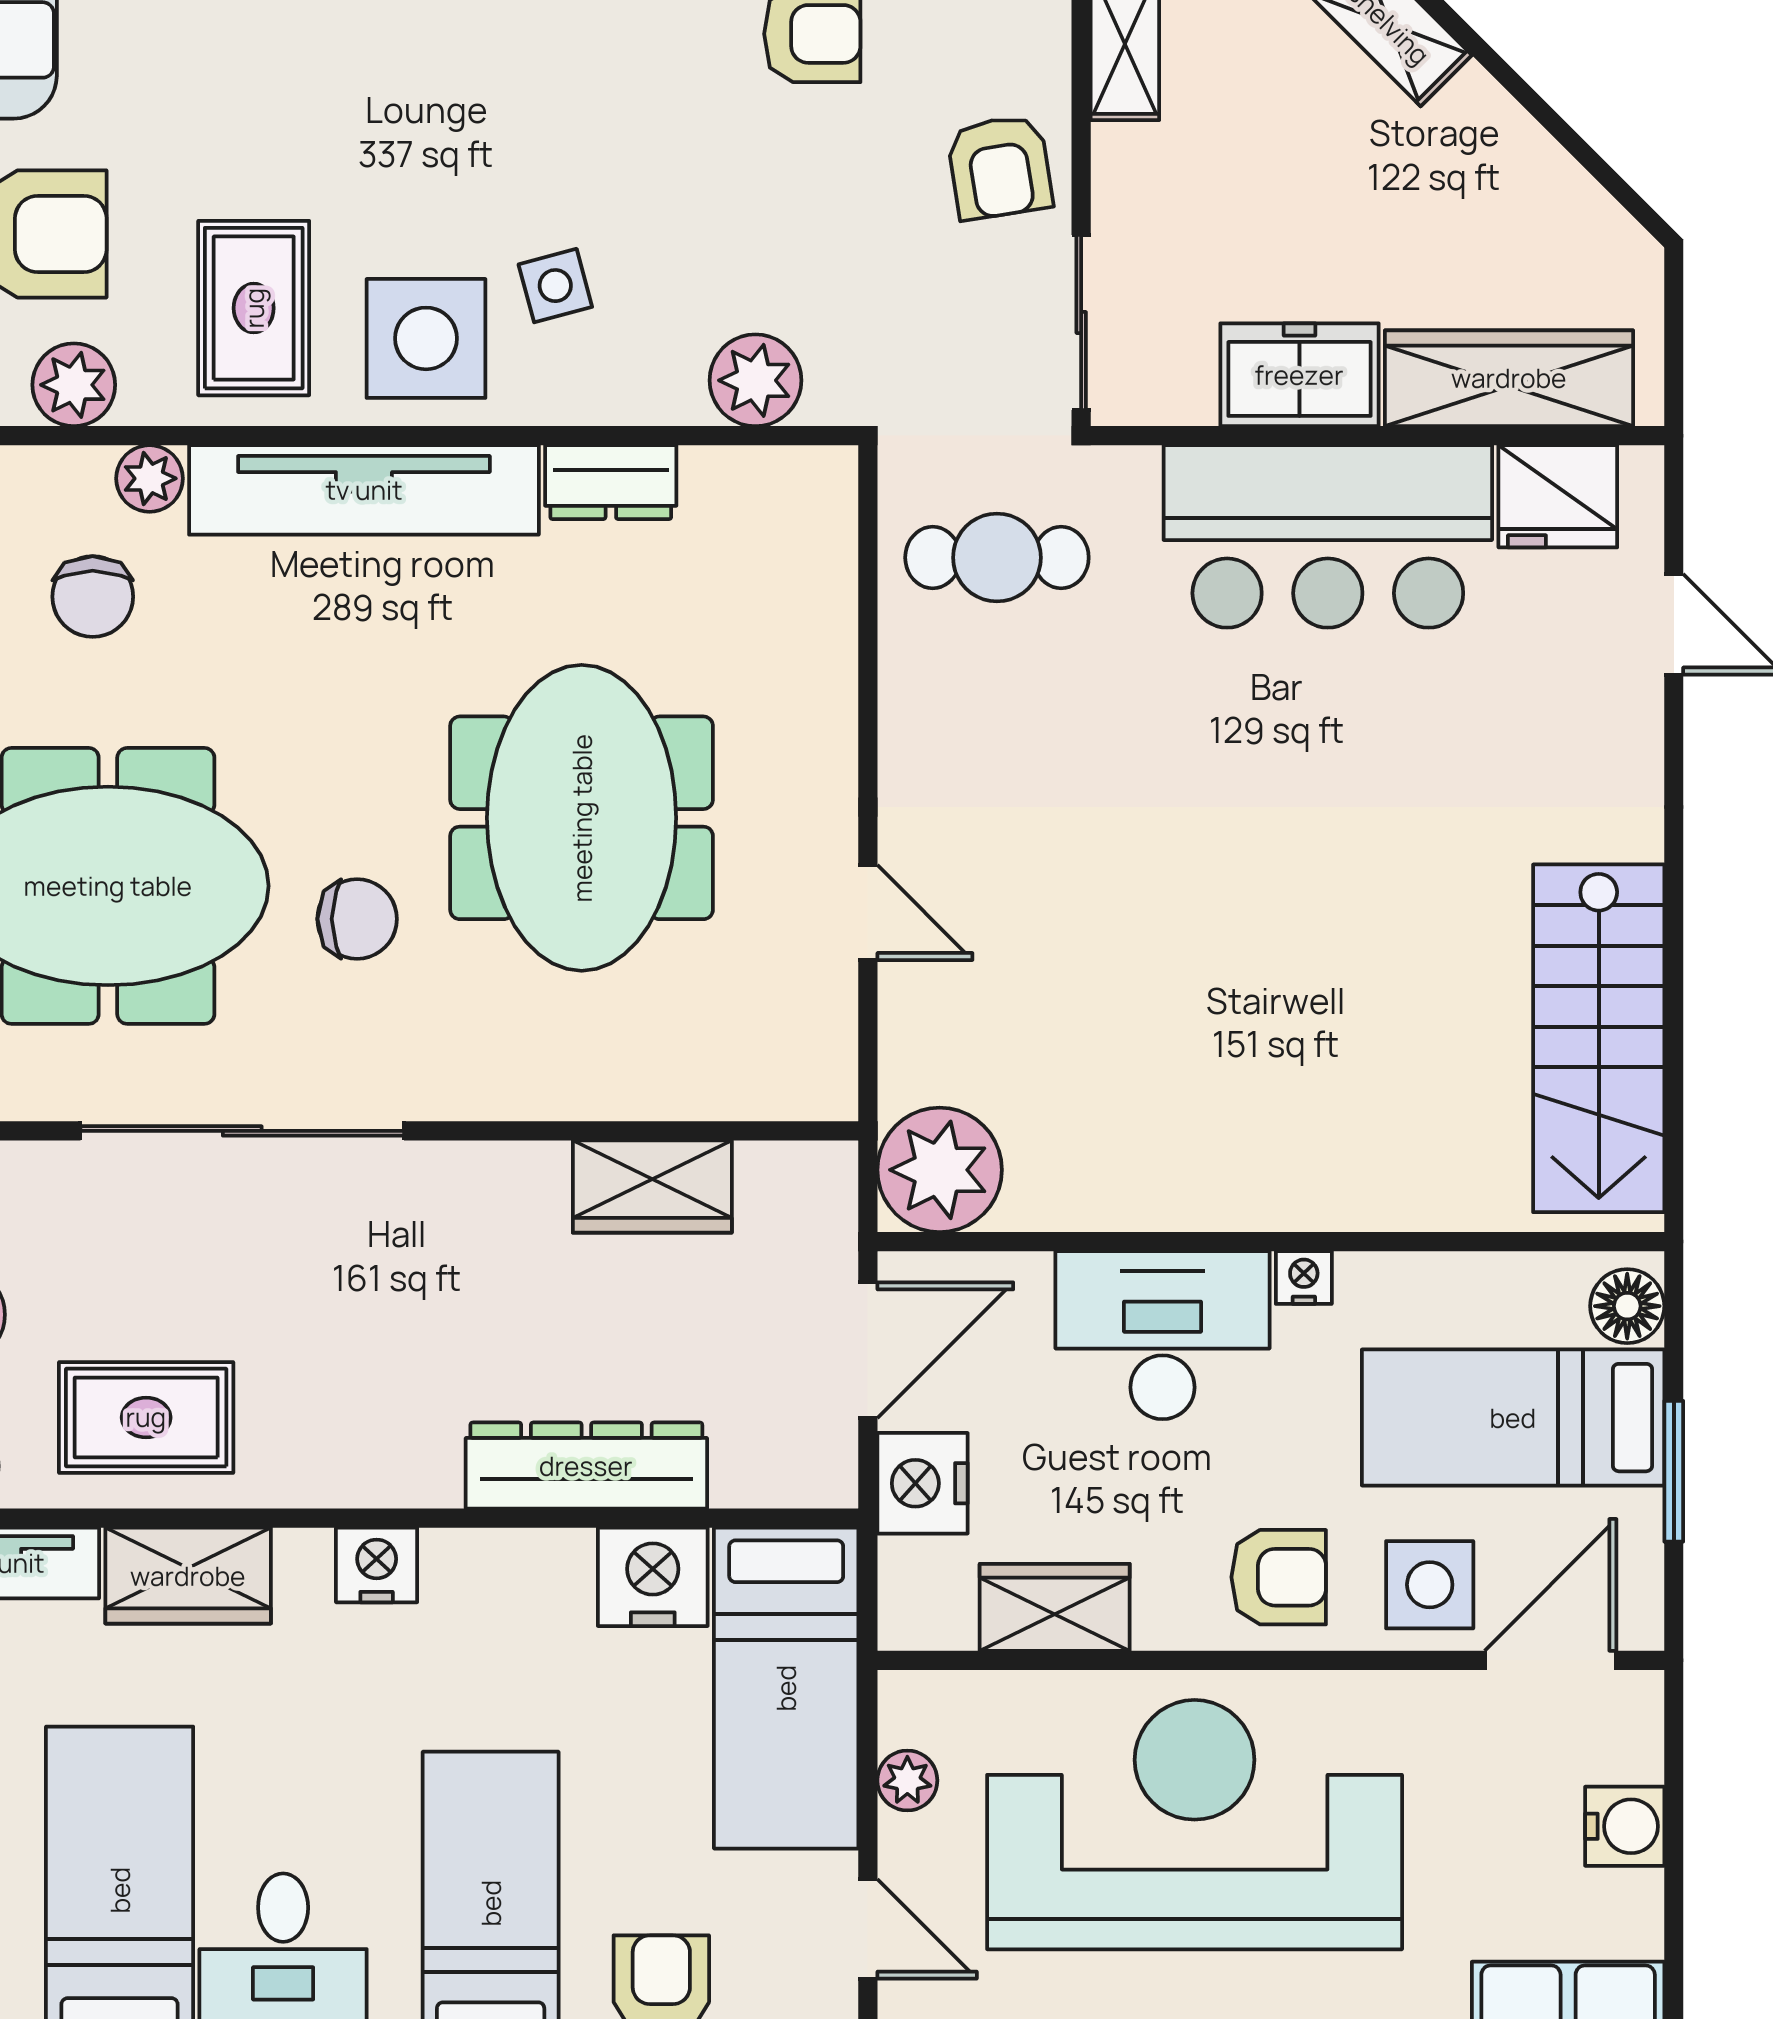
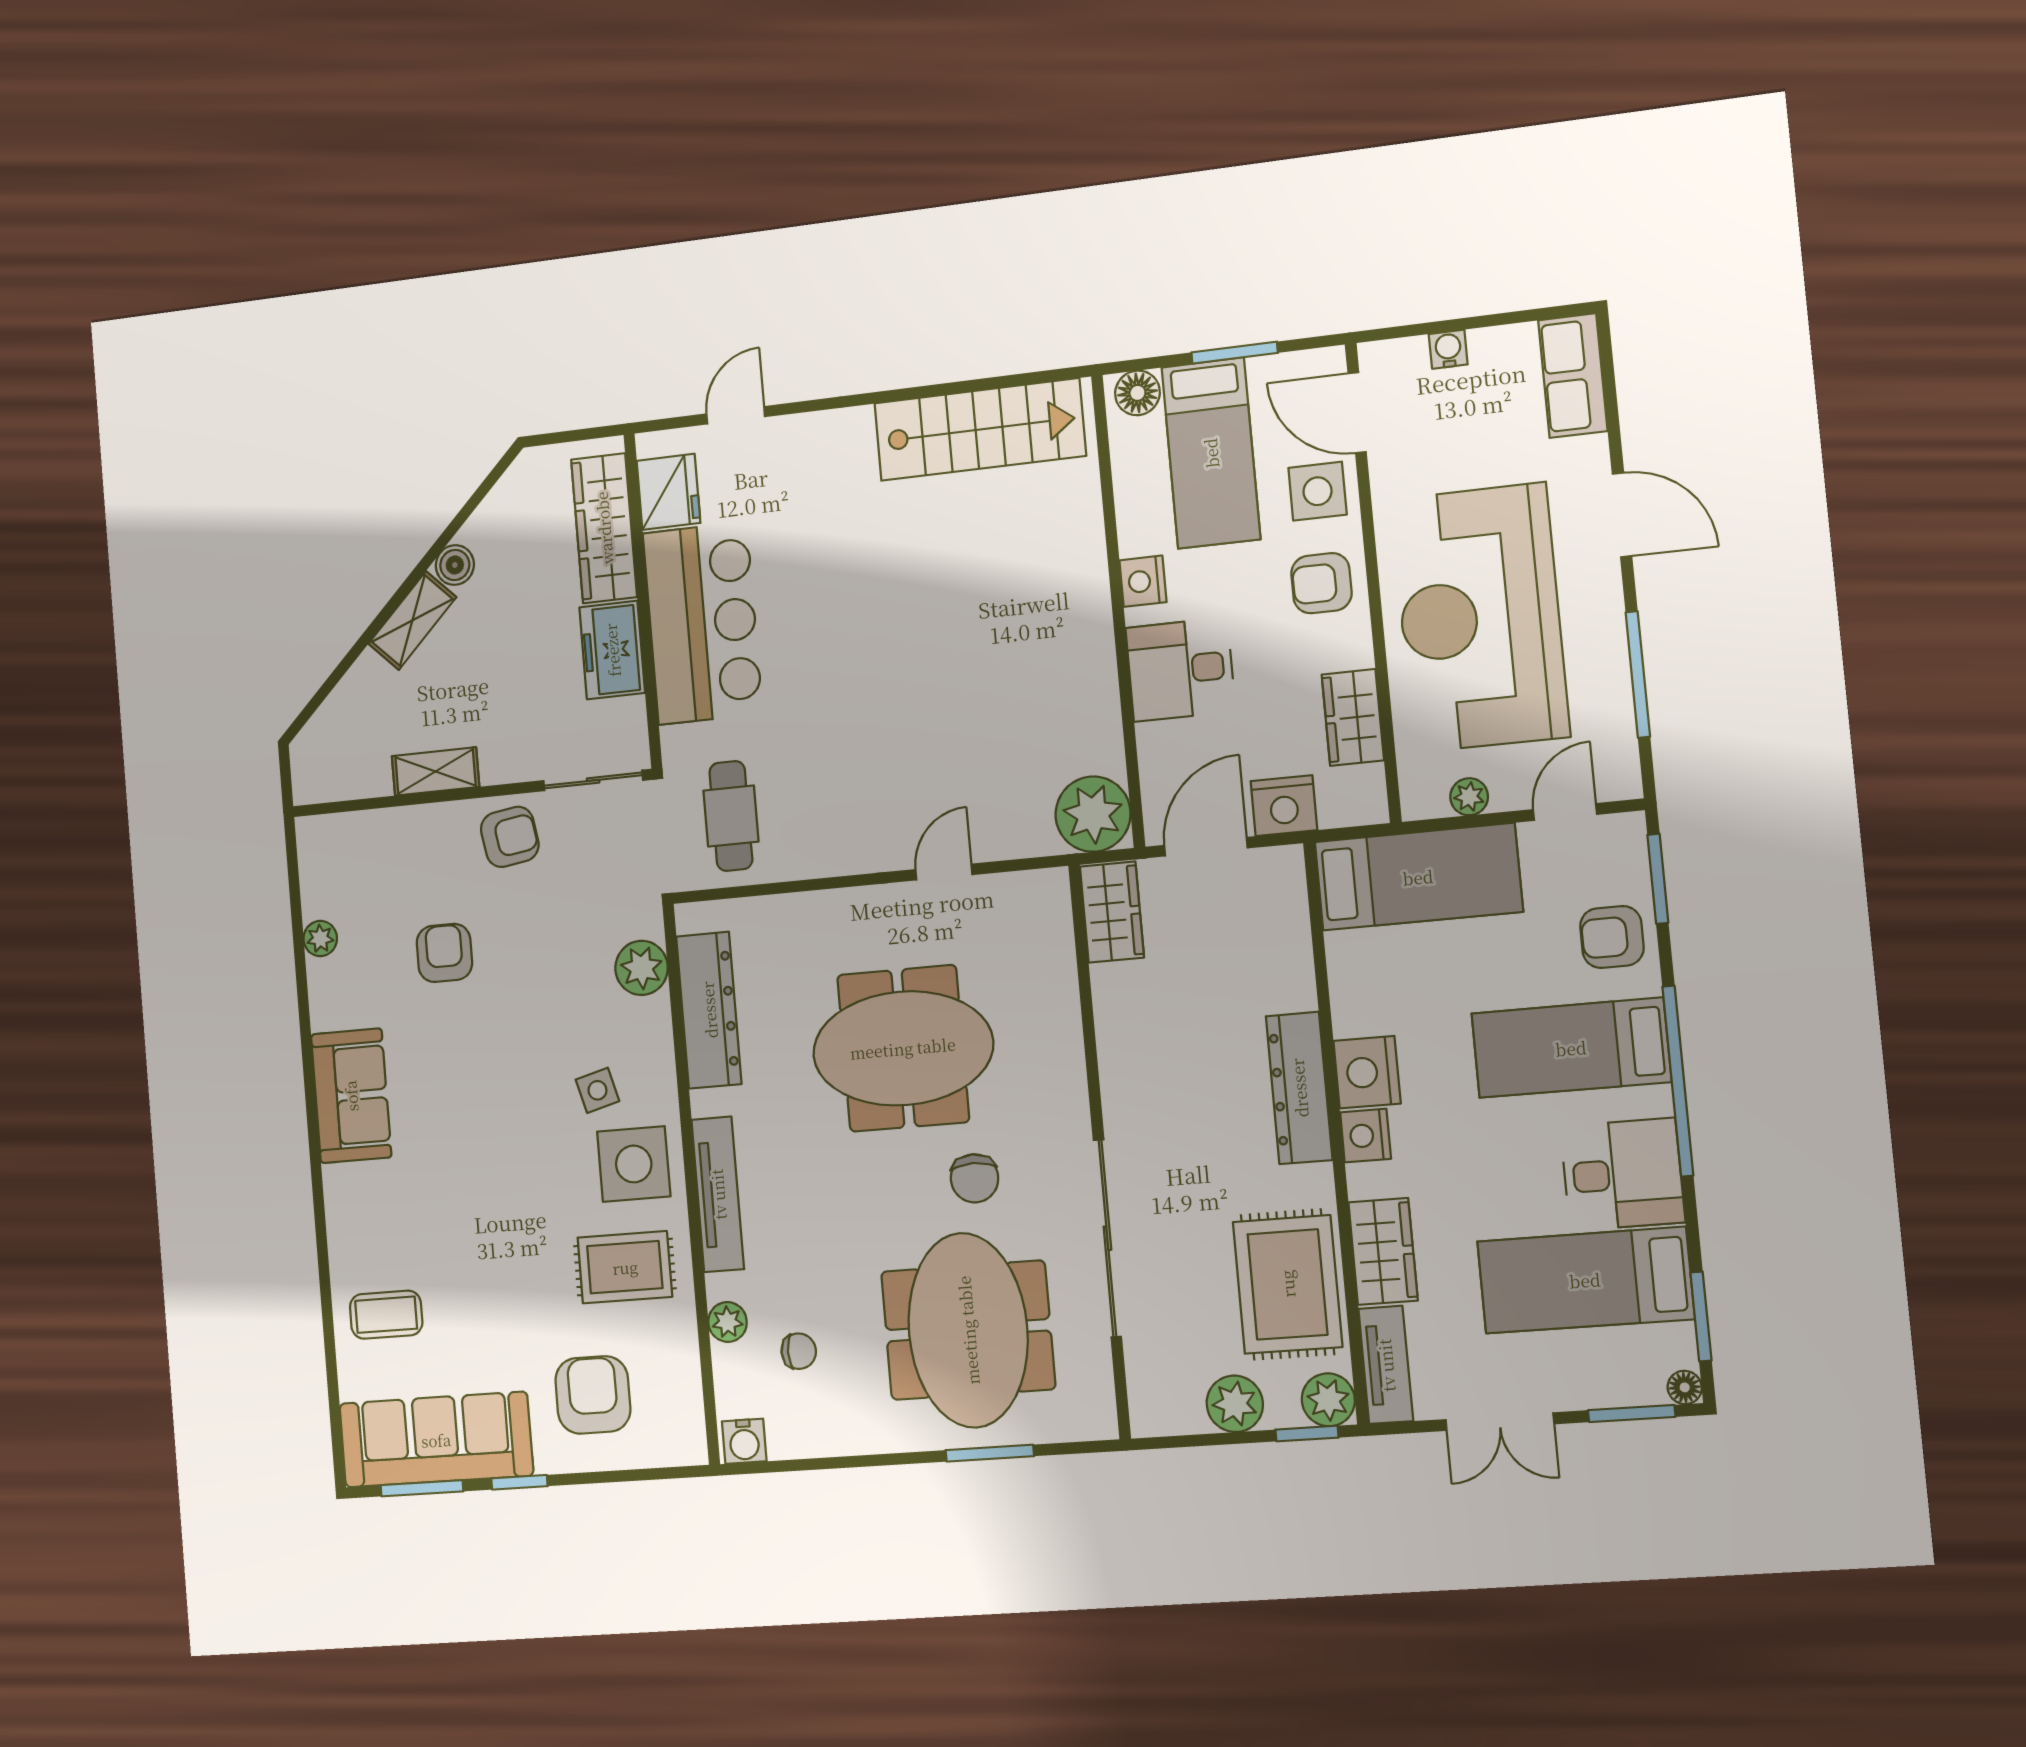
boiler: (1476, 108) -> (455, 565), added
plant: (74, 385) -> (677, 1371), removed
dresser: (611, 482) -> (709, 1010), width x1.96, depth x1.24
tv unit: (364, 490) -> (718, 1194), width x0.73, depth x0.78
chair: (93, 597) -> (799, 1351), width x0.73, depth x0.73
chair: (357, 919) -> (974, 1178), turned 180
wardrobe: (652, 1187) -> (1112, 912), moved
nightstand: (1304, 1277) -> (1143, 581), width x1.39, depth x1.35
desk: (1162, 1335) -> (1180, 670), width x0.73
door: (868, 1350) -> (1206, 847), hinge flipped
rug: (146, 1417) -> (1287, 1284), width x1.36, depth x1.43
dresser: (586, 1466) -> (1299, 1088), moved
nightstand: (653, 1577) -> (1367, 1072), moved
armchair: (1279, 1577) -> (1321, 583), turned -90
water cooler: (1625, 1826) -> (1448, 349), width x0.72, depth x0.72

